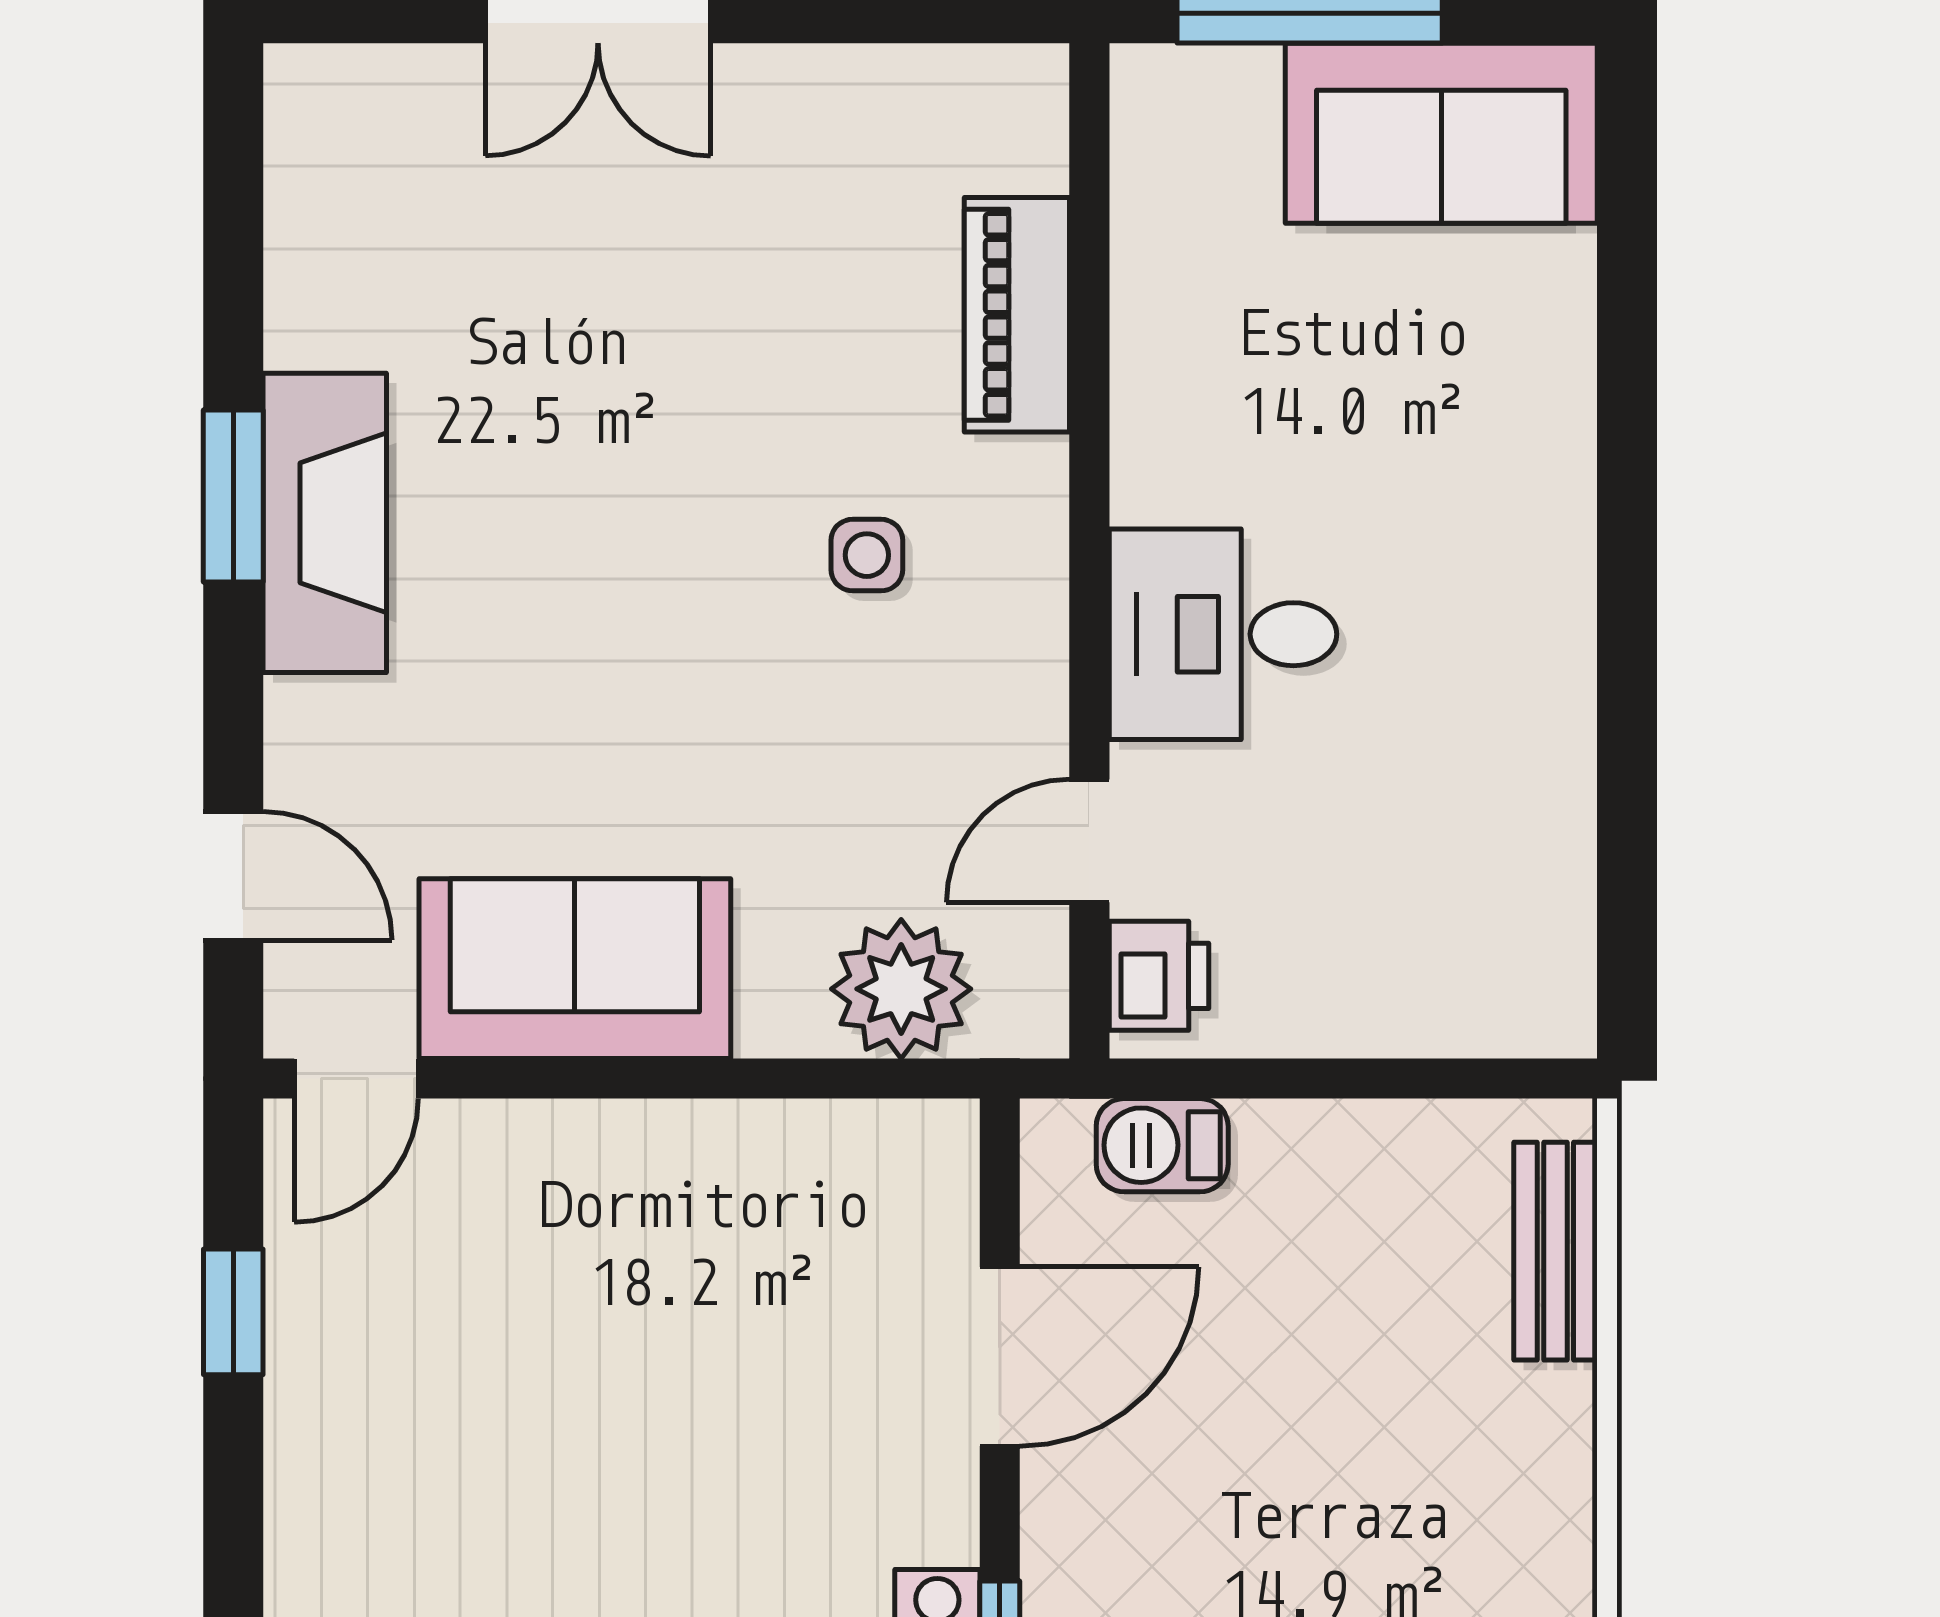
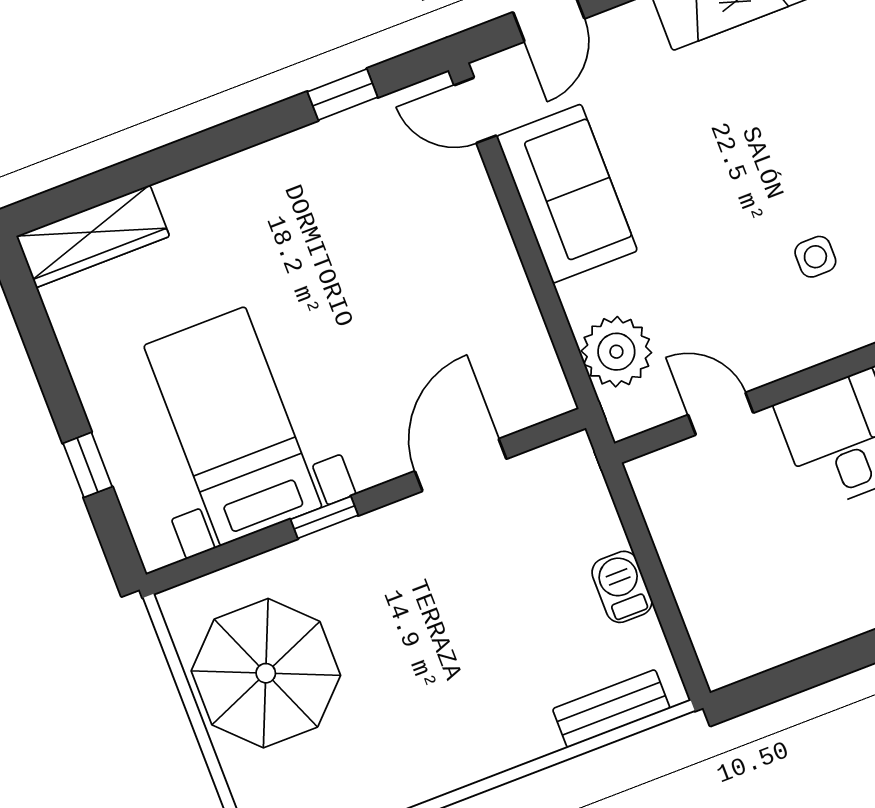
printer: (1159, 976) -> (669, 471), removed
barbecue: (1162, 1145) -> (622, 587), moved
door: (1000, 1357) -> (461, 465), swing flipped

